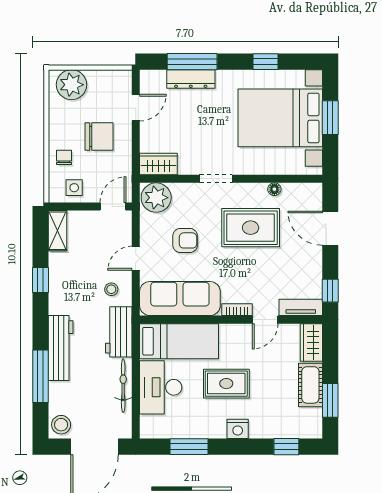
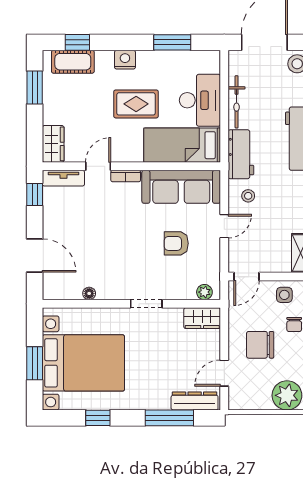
dresser: (191, 79) -> (195, 401), moved
plant: (156, 198) -> (204, 292), width x0.53, depth x0.53
rug: (251, 228) -> (112, 256), removed
cot: (310, 385) -> (73, 62), moved, turned 90

